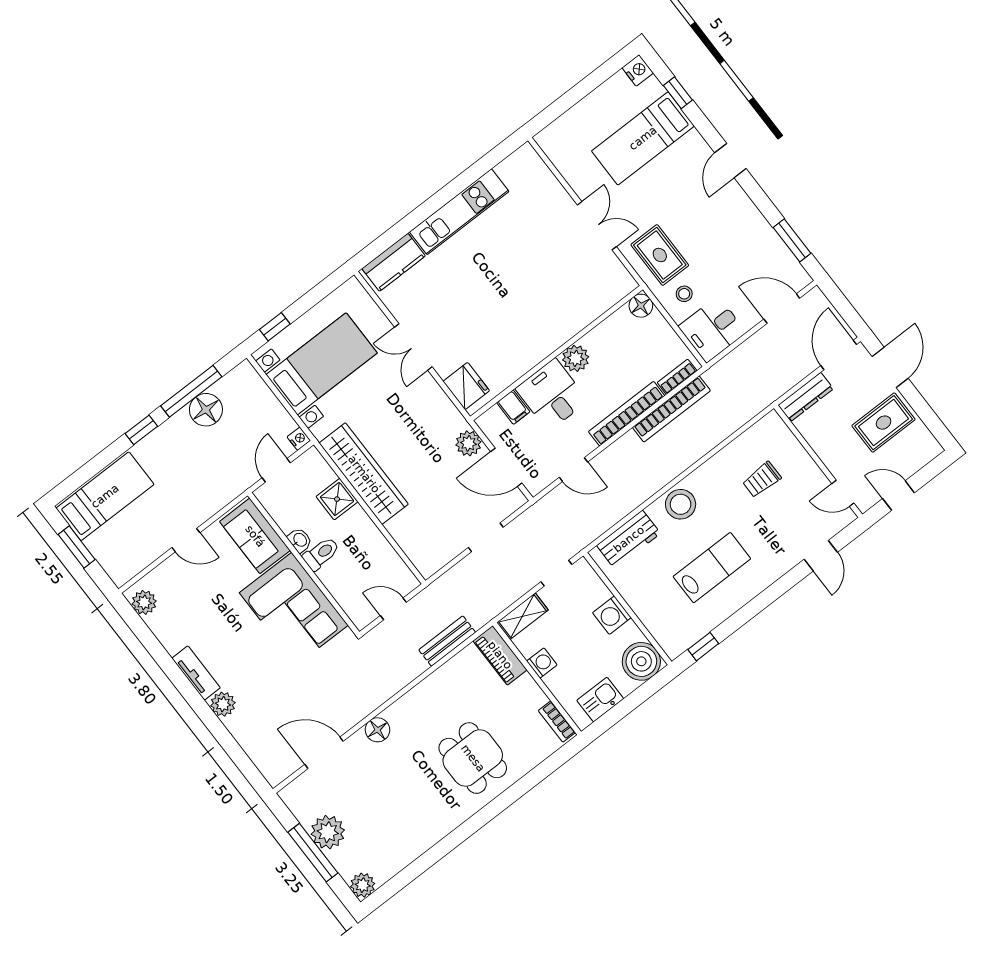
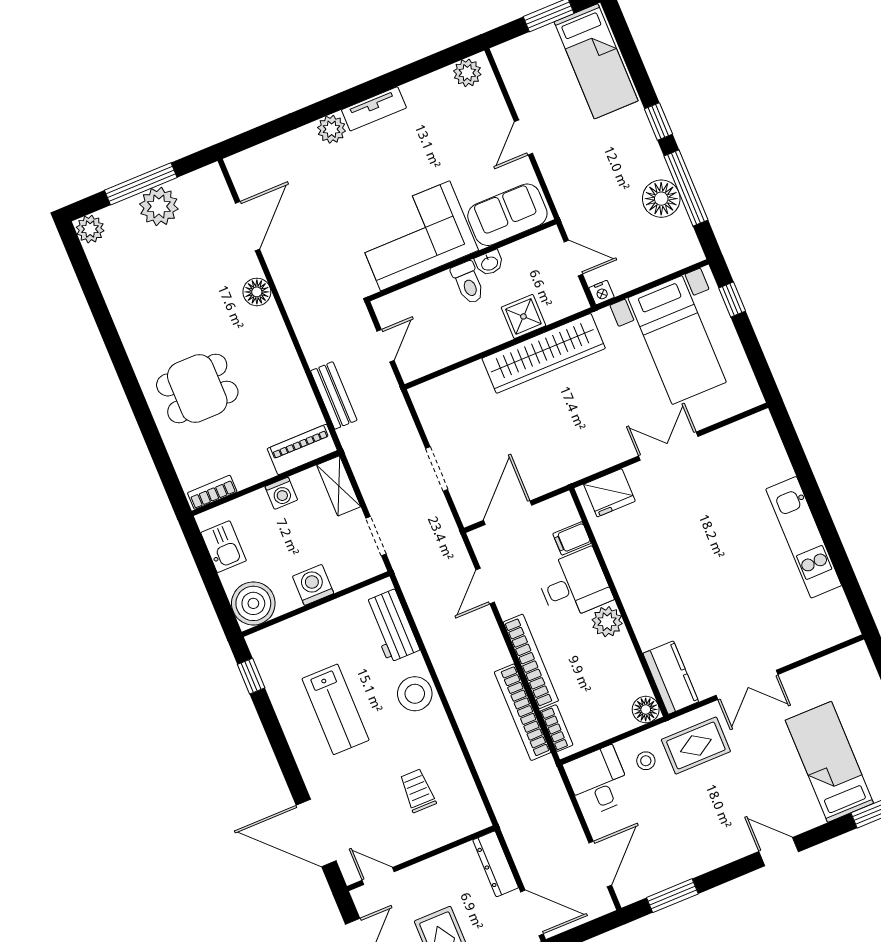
kitchen counter: (394, 262) -> (671, 678), moved, turned 180
plant: (468, 443) -> (546, 478), removed
door: (843, 493) -> (378, 876), hinge flipped
door: (821, 556) -> (316, 833), width x1.87

